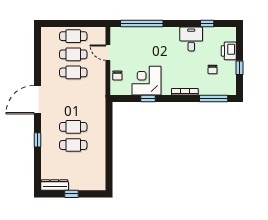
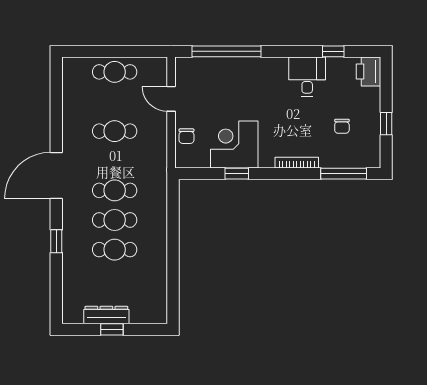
printer: (229, 51) -> (368, 72), moved
cafe table: (73, 54) -> (115, 190), moved
dresser: (55, 185) -> (106, 315), moved

